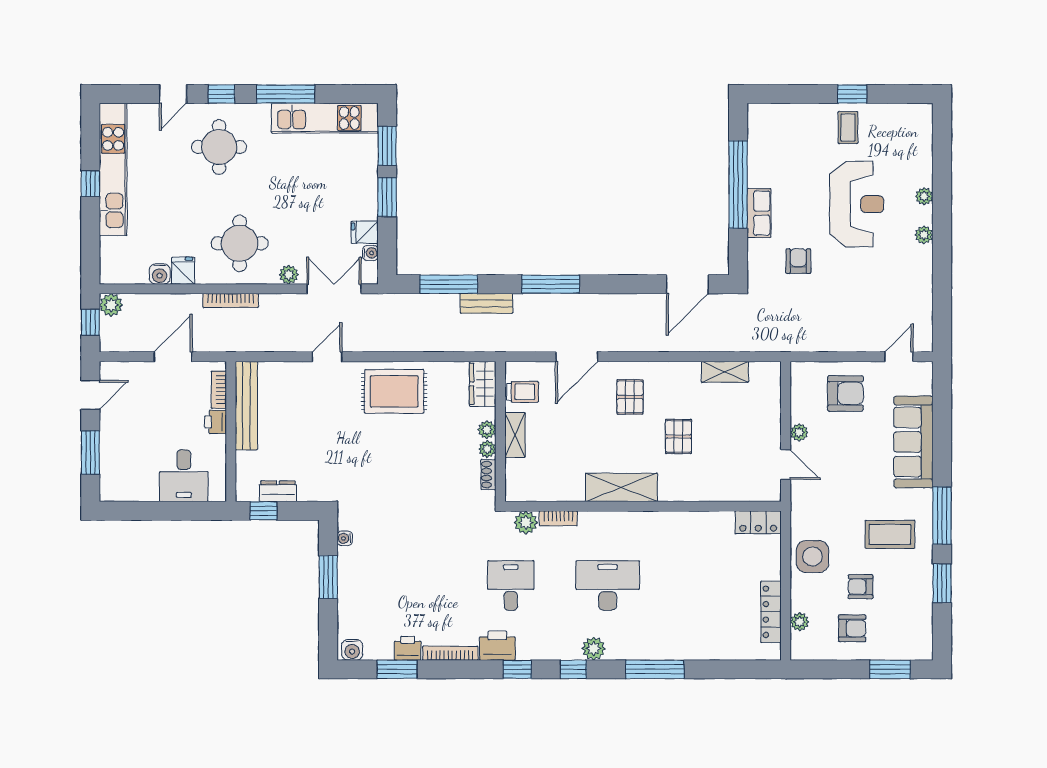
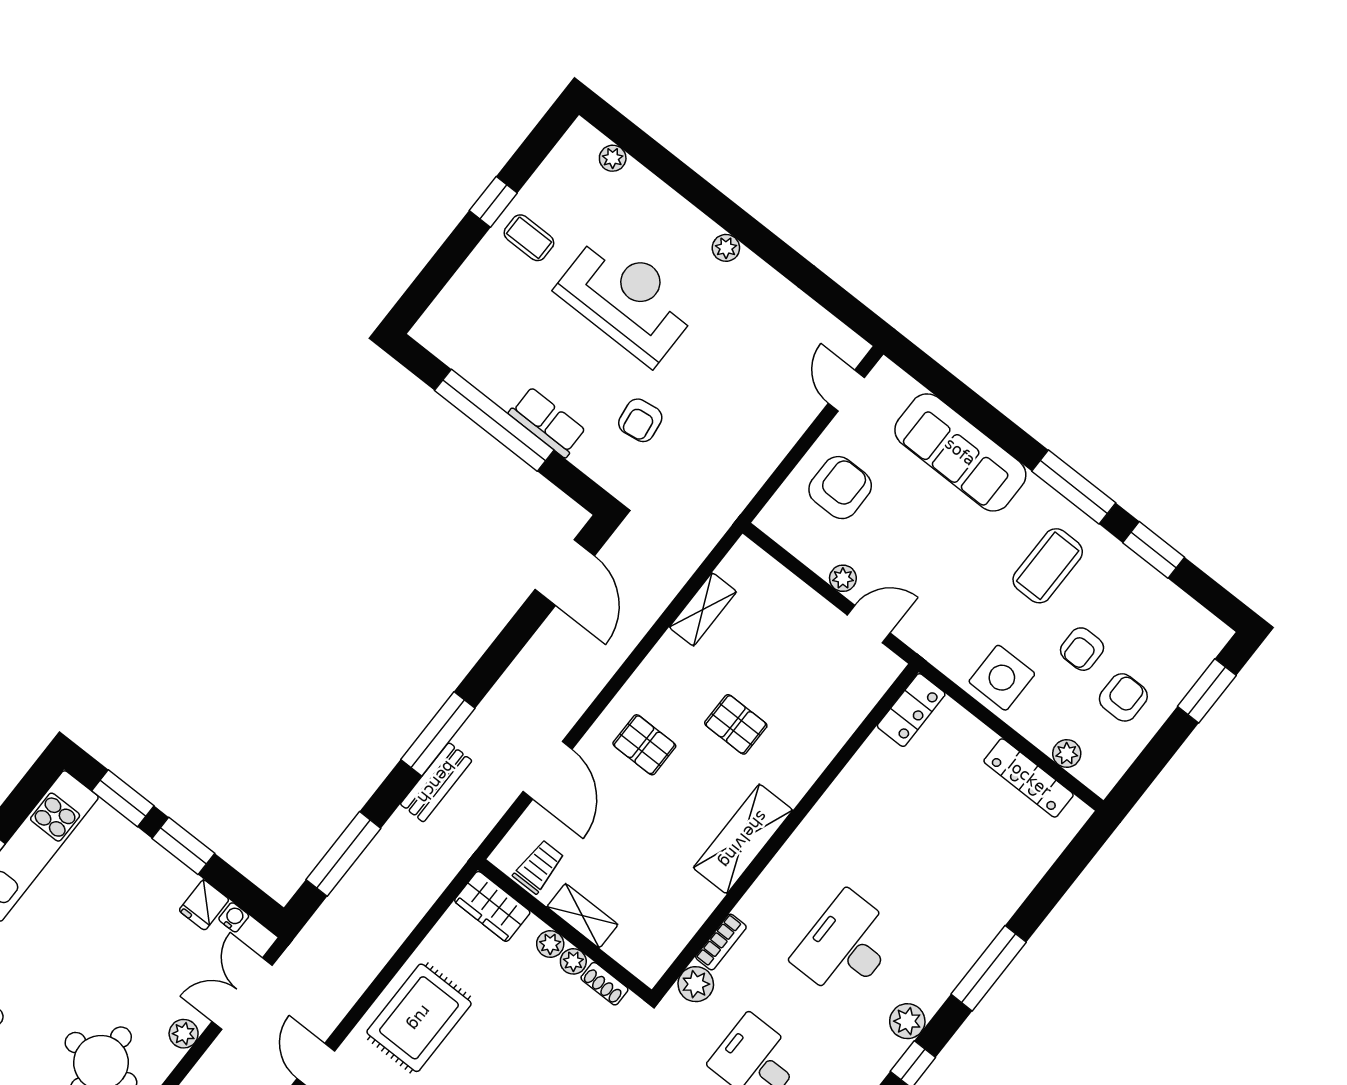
plant: (924, 196) -> (613, 158), moved
armchair: (798, 261) -> (640, 420), turned -98
bench: (486, 303) -> (436, 782), moved

